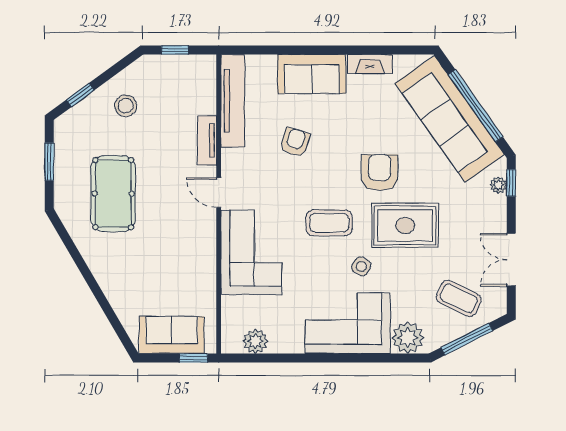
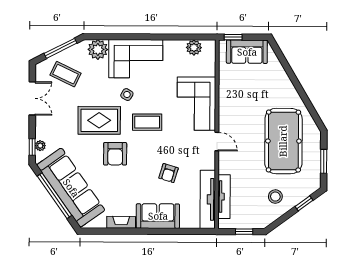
tv unit: (207, 140) -> (224, 197), moved, width x1.41
pool table: (113, 194) -> (283, 141), width x1.36, depth x1.32

